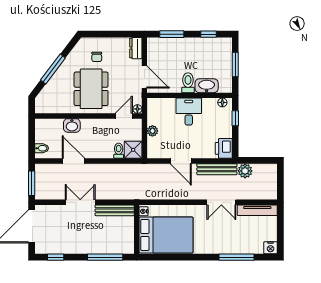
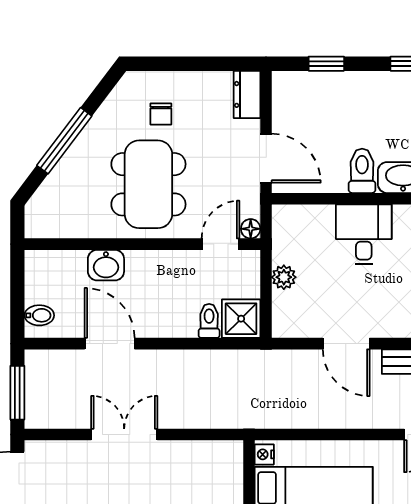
window: (172, 34) -> (326, 64), width x0.67
bench: (115, 210) -> (200, 452), removed

